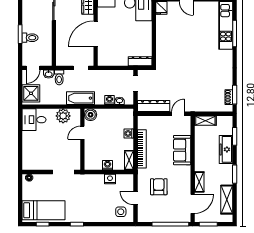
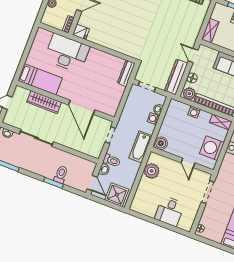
desk: (34, 120) -> (170, 211), moved
floor lamp: (158, 120) -> (192, 78), added
plant: (143, 123) -> (189, 94), added
door: (82, 133) -> (188, 163), moved
washing machine: (108, 165) -> (212, 148), width x1.89, depth x1.89

